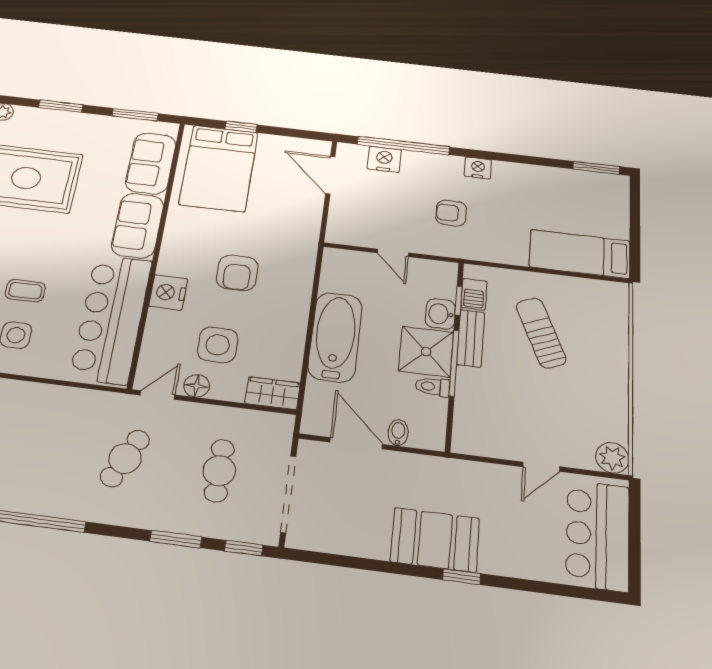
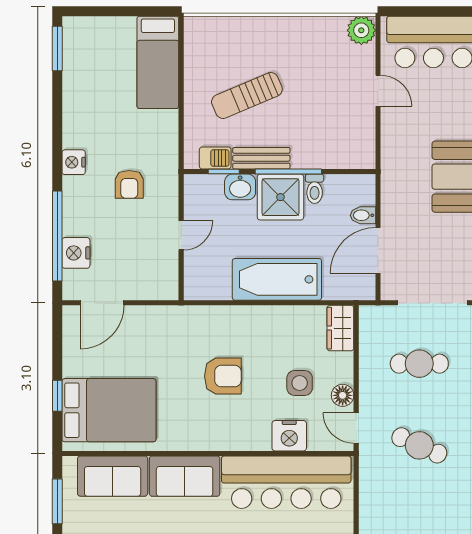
nightstand: (168, 292) -> (289, 436), moved
side table: (218, 345) -> (300, 383), width x0.73, depth x0.73

